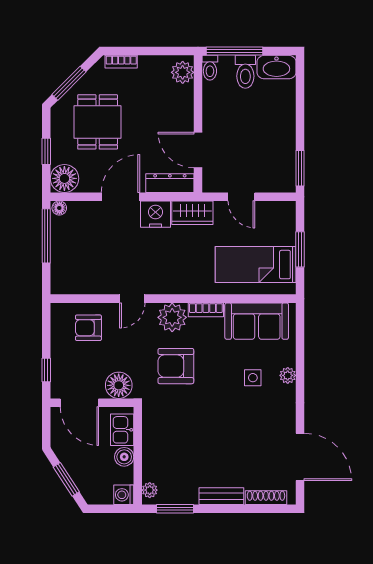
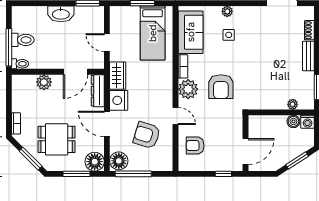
washbasin: (276, 67) -> (61, 14), moved, turned 90
plant: (183, 72) -> (44, 82), moved
window: (46, 151) -> (76, 174), width x1.50
door: (241, 197) -> (107, 43), swing flipped
floor lamp: (59, 208) -> (119, 161), width x1.89, depth x1.89
armchair: (104, 256) -> (147, 135), added
armchair: (88, 328) -> (195, 146), turned 90
floor lamp: (119, 385) -> (234, 125), removed
kitchen sink: (122, 430) -> (264, 123), removed
boiler: (124, 457) -> (293, 121), moved
plant: (150, 490) -> (293, 104), moved
shoe rack: (266, 498) -> (309, 30), width x0.70

